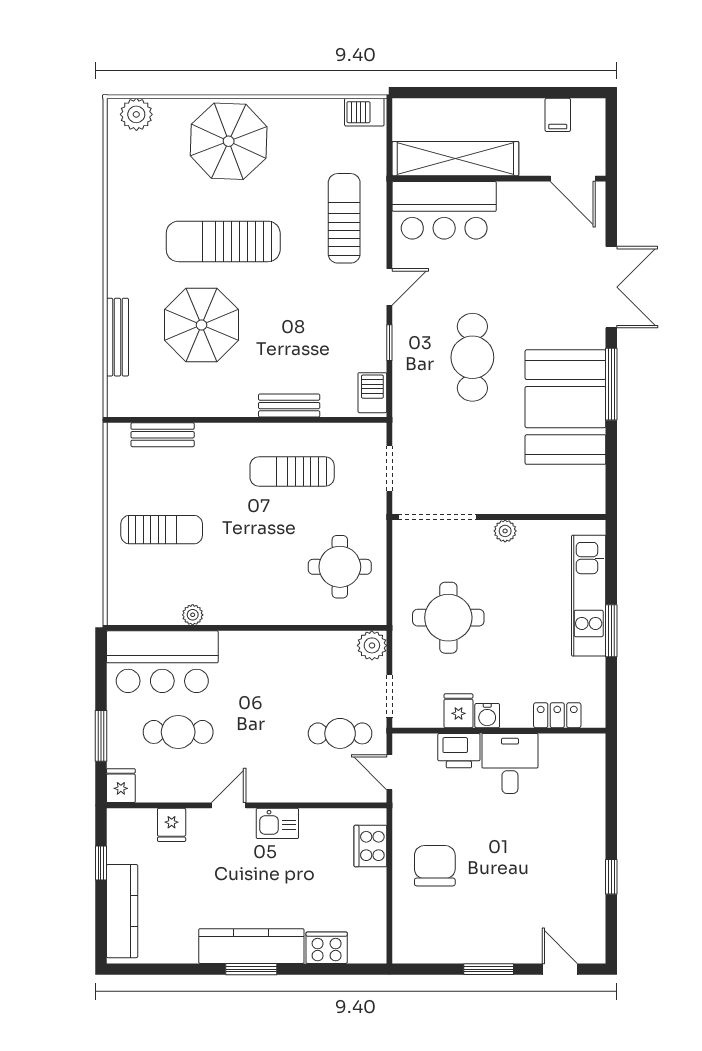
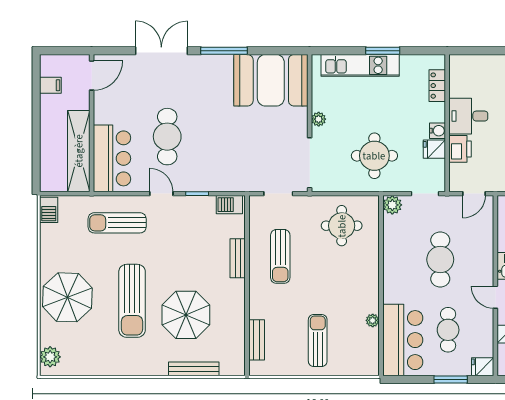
cafe table: (472, 357) -> (167, 137), moved, turned 90
booth: (565, 407) -> (271, 80), moved
cafe table: (340, 733) -> (440, 260), moved, width x1.37, depth x1.35

